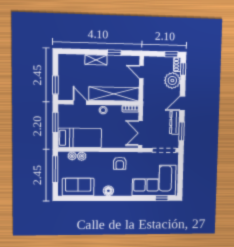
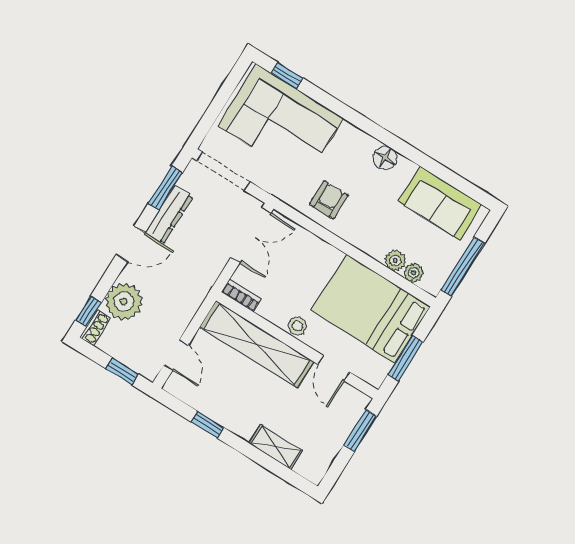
window: (171, 54) -> (122, 371), moved
shelving: (96, 60) -> (276, 447), moved
bed: (80, 138) -> (371, 309), width x1.50

